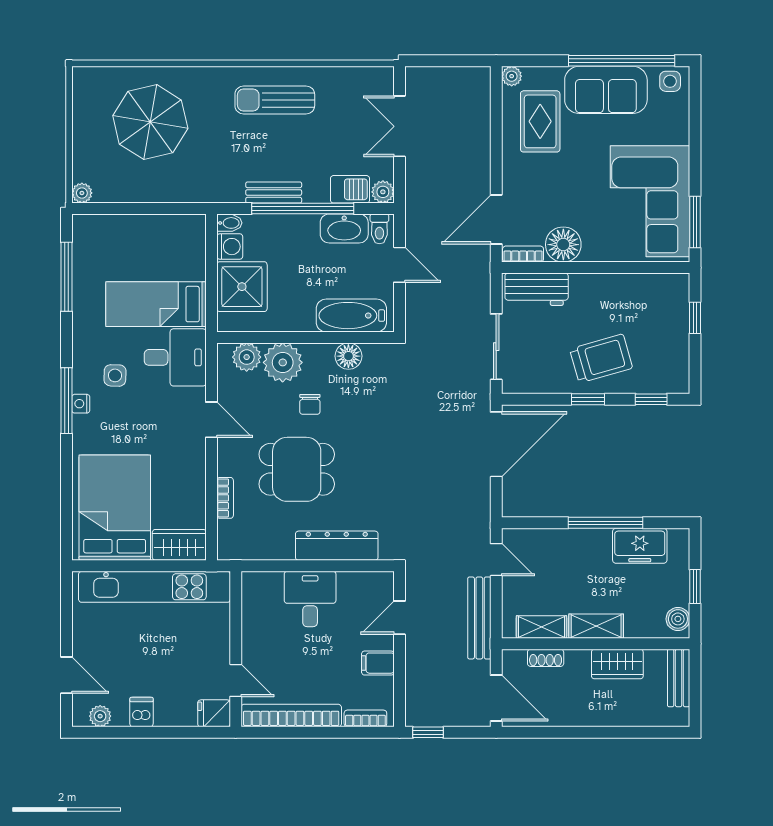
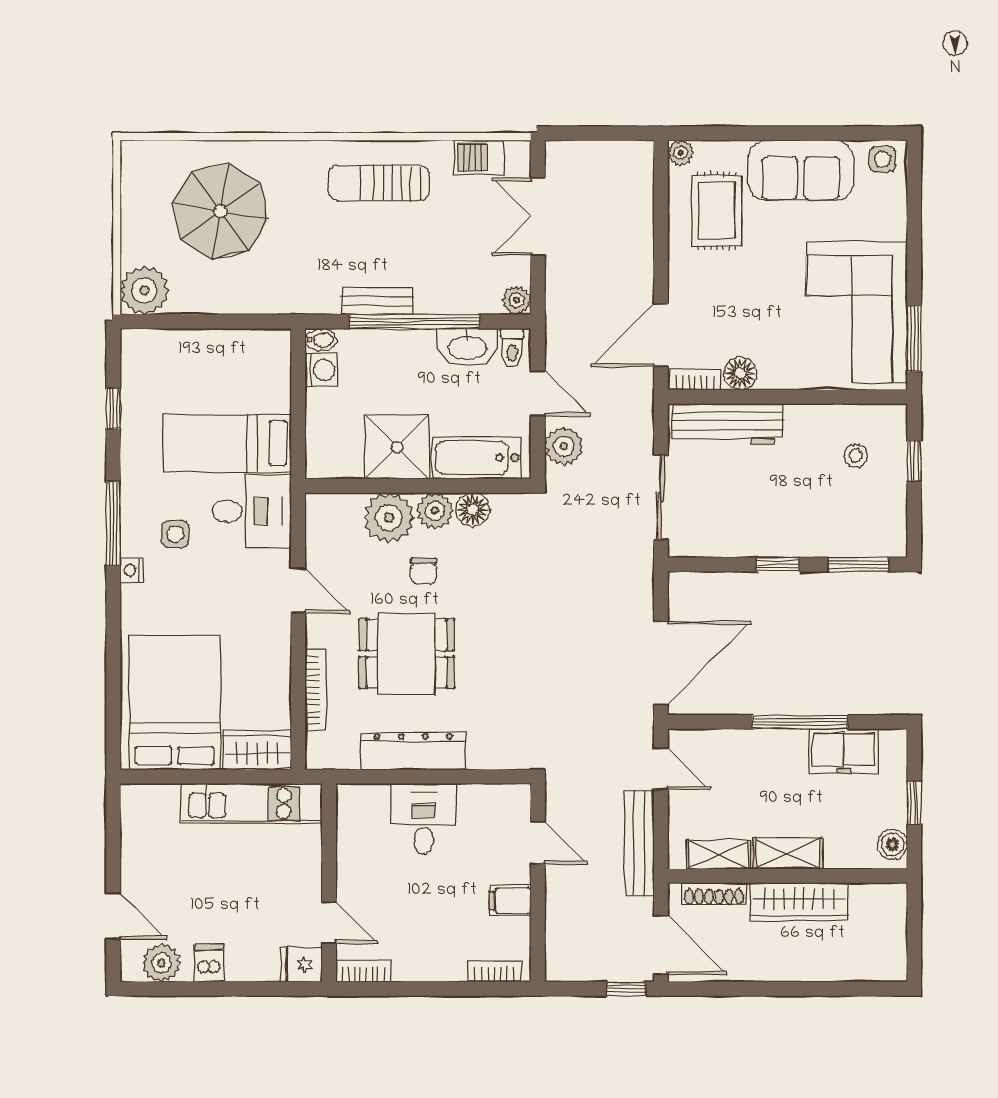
window: (622, 61) -> (821, 133), removed
barbecue: (350, 189) -> (479, 158), moved, turned 180
plant: (82, 193) -> (144, 290), width x1.88, depth x1.88
floor lamp: (563, 245) -> (740, 373), width x0.73, depth x0.73
window: (66, 277) -> (113, 408), width x0.46
shower: (242, 287) -> (397, 447), moved
workbench: (537, 289) -> (727, 424), width x1.38
plant: (420, 306) -> (564, 446), added
stool: (649, 314) -> (856, 456), added
plant: (247, 357) -> (435, 511), moved
trolley: (601, 358) -> (795, 513), removed
window: (651, 399) -> (858, 564), width x1.50
window: (66, 401) -> (113, 523), moved
door: (496, 444) -> (661, 663), moved
bookcase: (225, 498) -> (315, 690), width x1.56
dresser: (337, 546) -> (413, 751), moved
kitchen unit: (154, 587) -> (251, 803), width x0.73
door: (399, 618) -> (538, 843), swing flipped
shoe rack: (546, 658) -> (714, 894), width x1.43
wardrobe: (617, 664) -> (799, 902), width x1.50
bench: (679, 678) -> (893, 920), removed
plant: (100, 716) -> (161, 963), width x1.38, depth x1.38
bookcase: (291, 716) -> (363, 971), width x0.43, depth x0.76
window: (428, 732) -> (626, 989), moved

